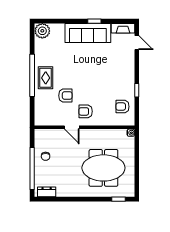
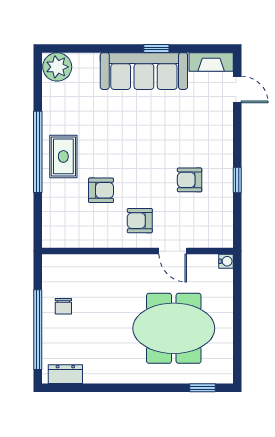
armchair: (123, 107) -> (190, 180), moved
door: (72, 127) -> (173, 251), moved

